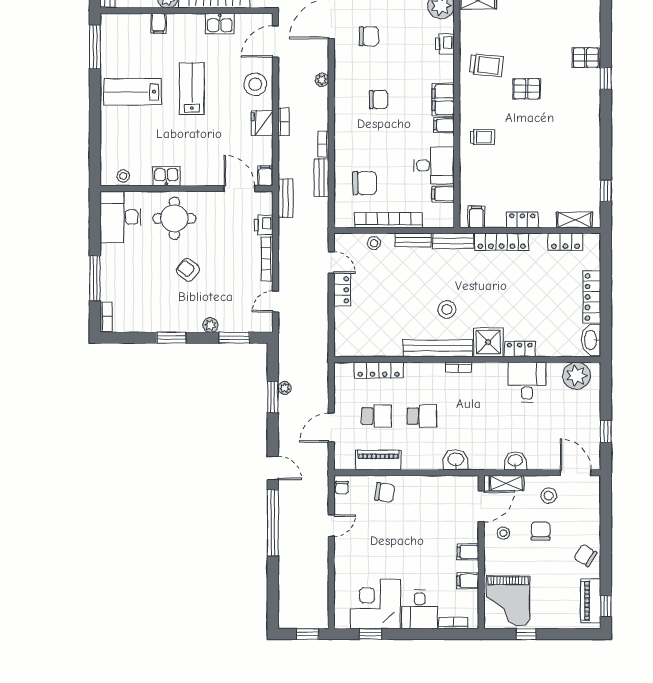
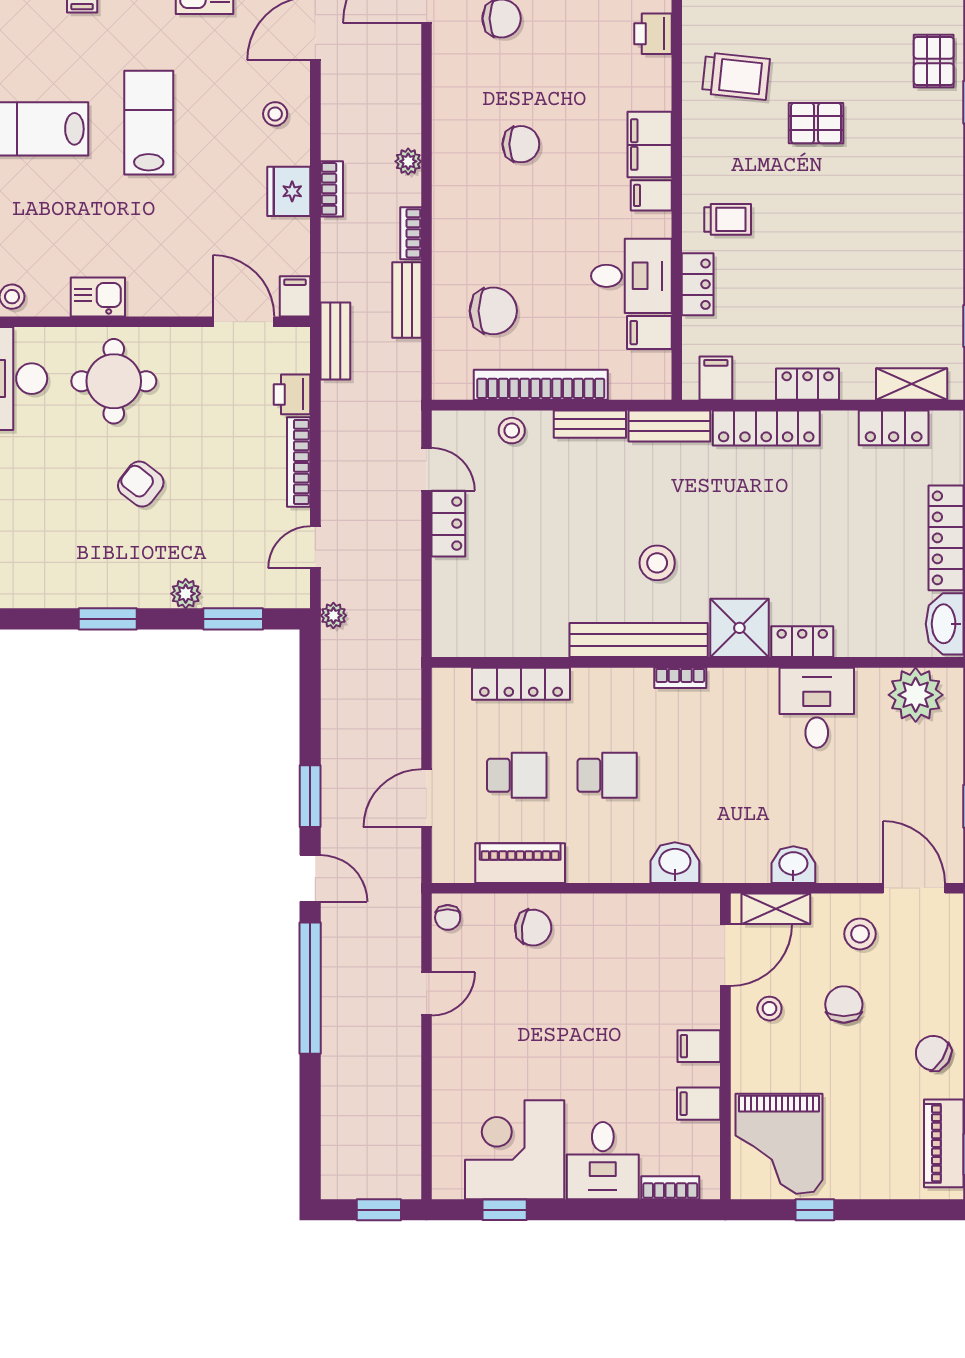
pallet: (586, 58) -> (934, 61), turned 90
plant: (322, 80) -> (408, 161), moved
stool: (255, 84) -> (275, 114), width x0.53, depth x0.53
locker: (467, 170) -> (698, 284), added
plant: (285, 388) -> (333, 615), moved
window: (273, 397) -> (310, 796), moved

